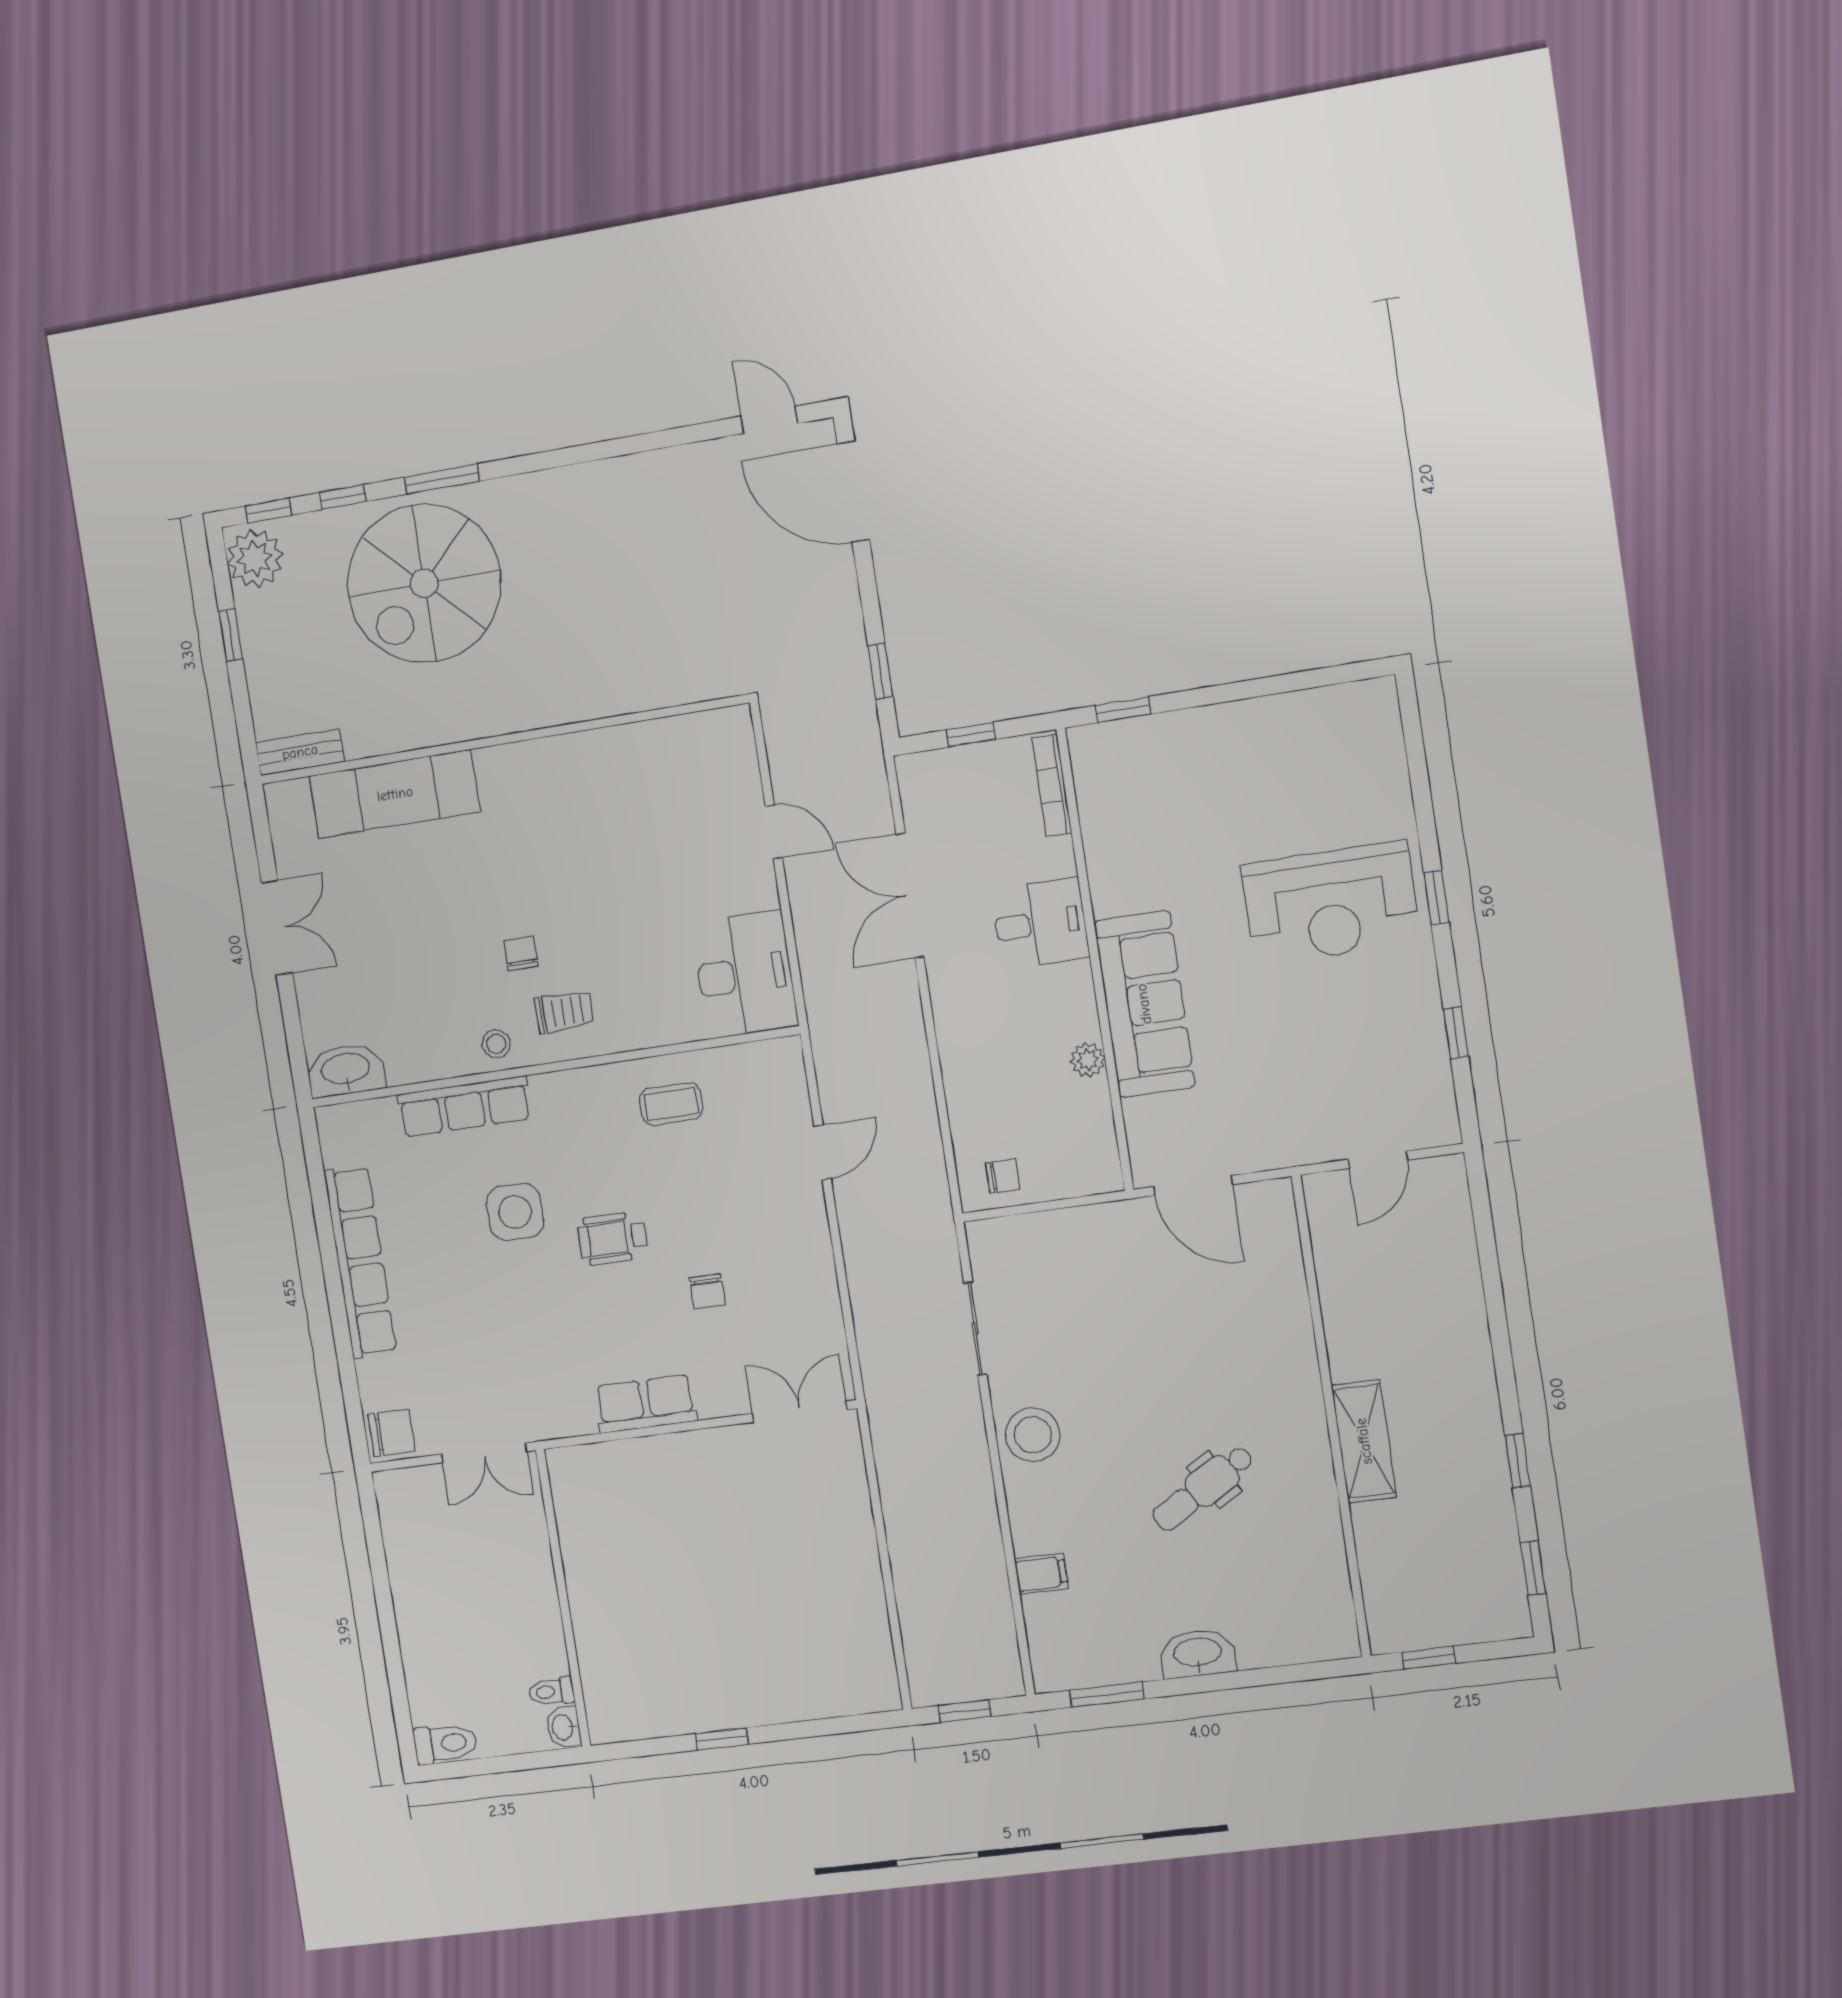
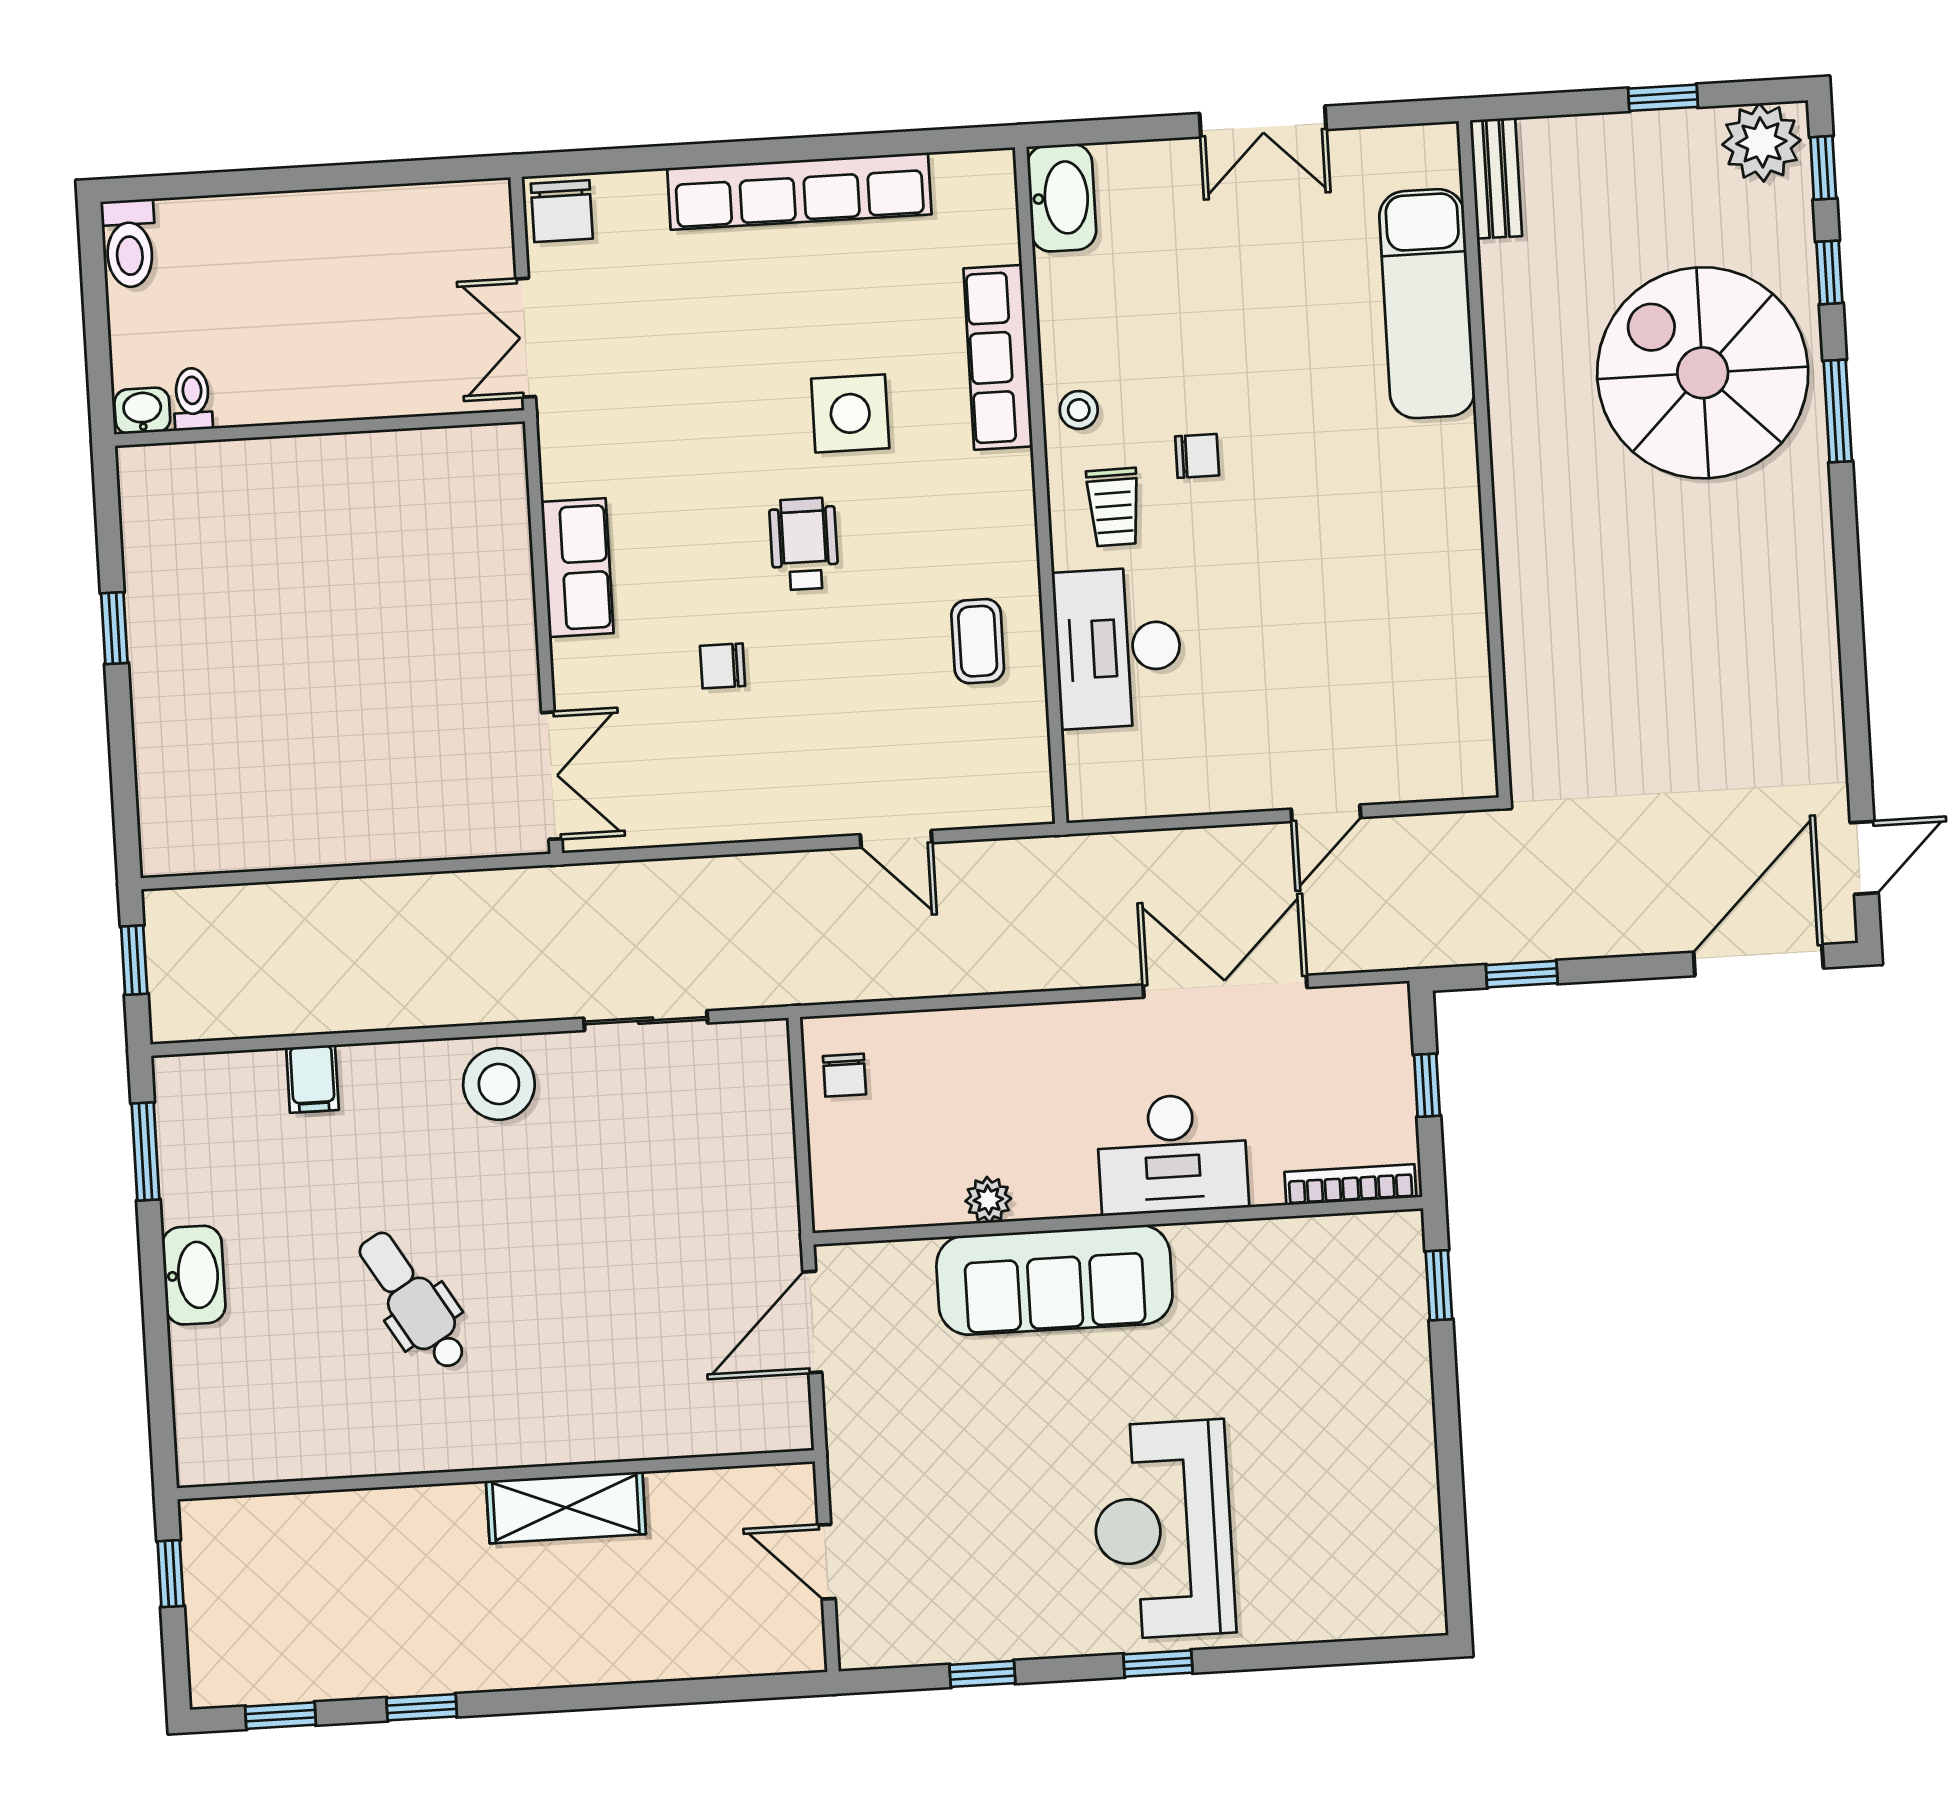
desk: (1040, 923) -> (1172, 1154), width x1.37
desk: (745, 974) -> (1118, 648), moved, turned 90
shelving: (1364, 1441) -> (566, 1507), moved

